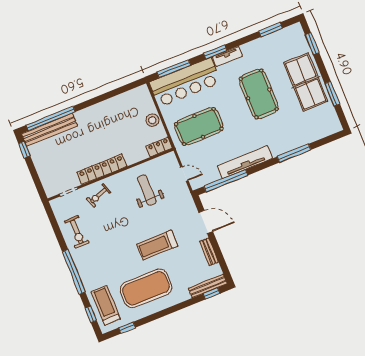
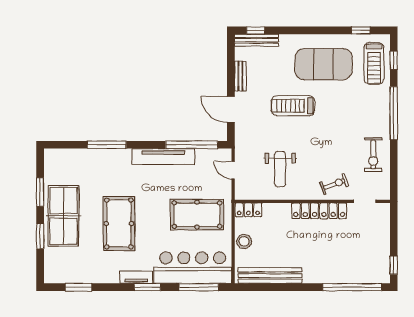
window: (312, 44) -> (40, 236), moved
bench: (49, 130) -> (270, 276), moved
exercise bike: (77, 232) -> (373, 155), turned 180
treadmill: (157, 245) -> (293, 106), turned 180

